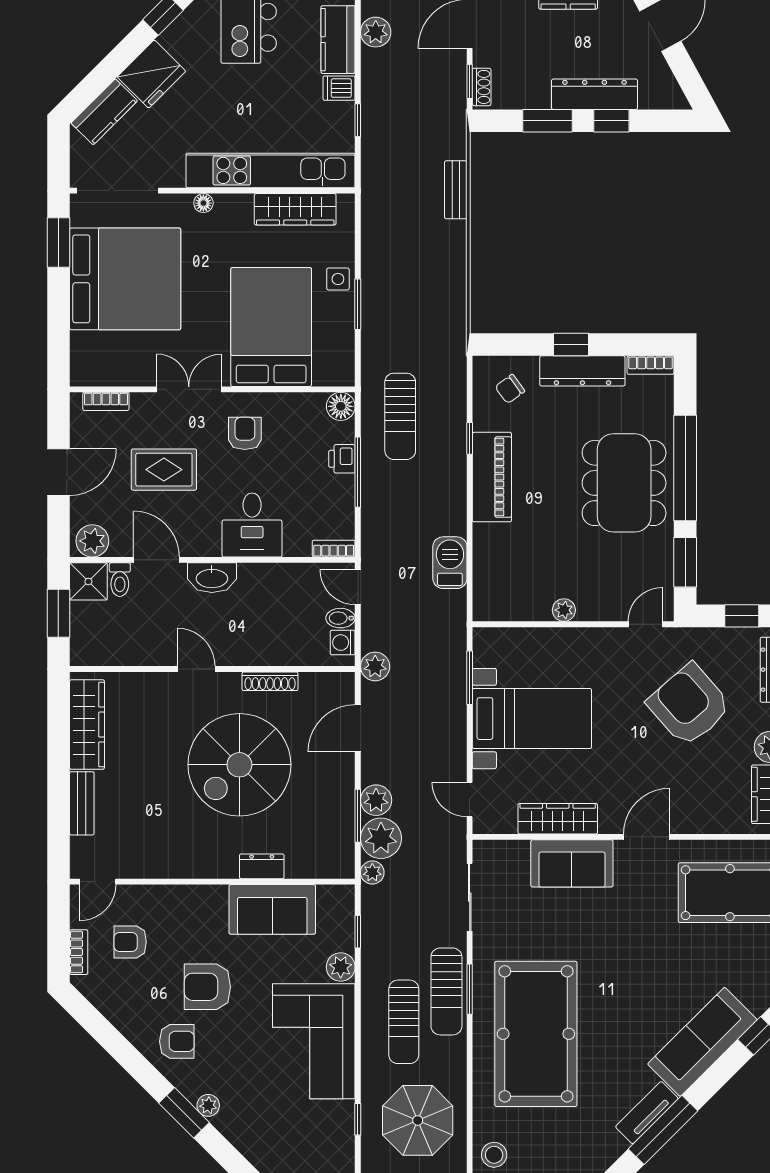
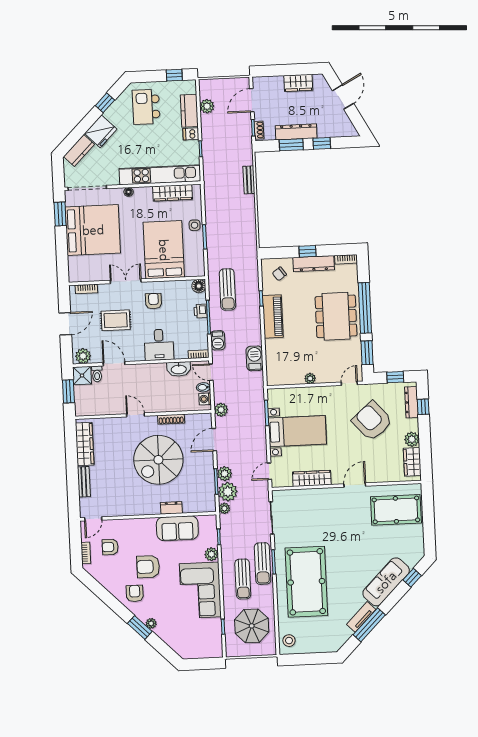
dresser: (595, 94) -> (296, 132), moved
barbecue: (375, 522) -> (218, 340), added
washbasin: (212, 578) -> (179, 369), moved
door: (470, 799) -> (269, 471), hinge flipped
sofa: (572, 863) -> (320, 499), removed
armchair: (177, 1041) -> (135, 593), turned -90

